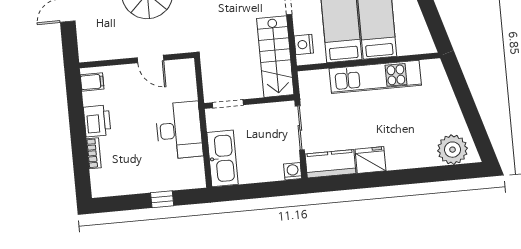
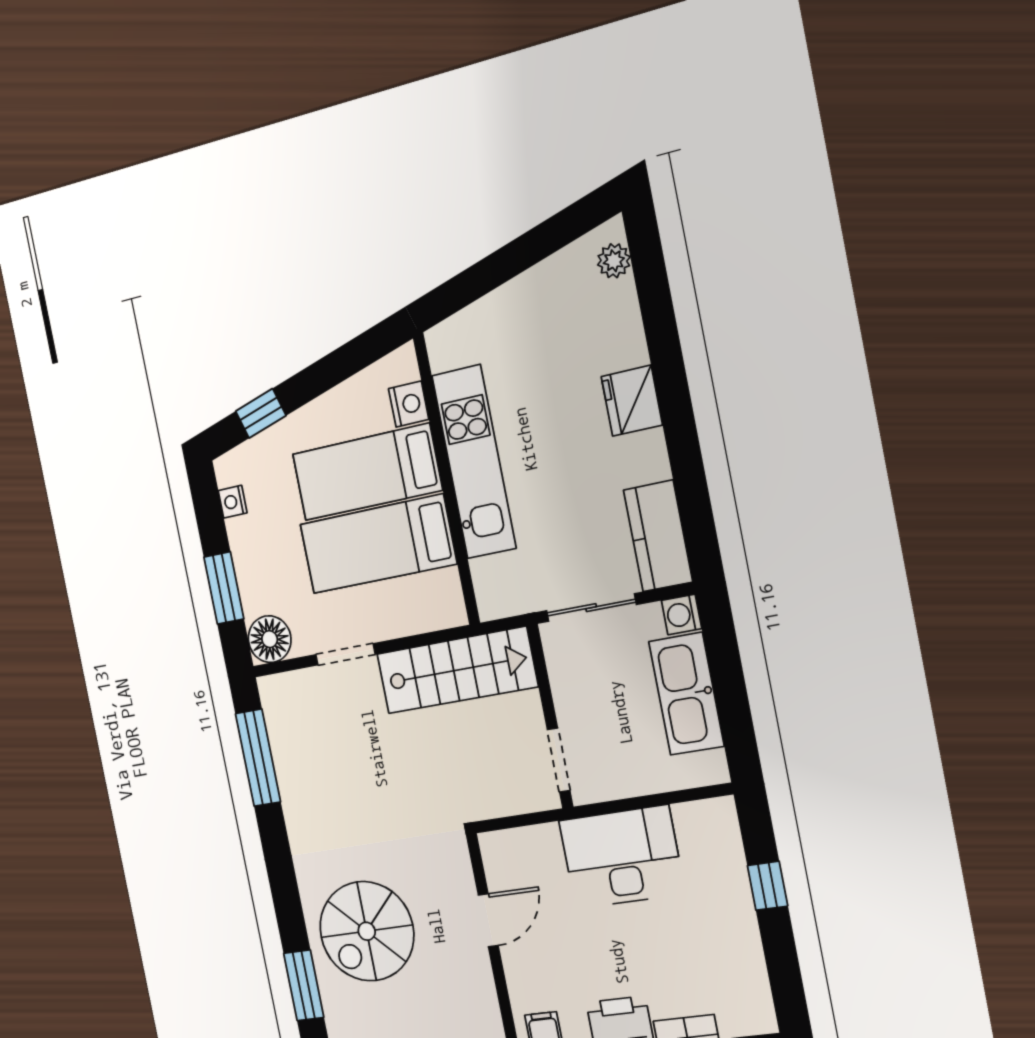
nightstand: (304, 44) -> (409, 404), moved, turned -90
plant: (452, 150) -> (614, 261), width x0.53, depth x0.53
kitchen sink: (223, 158) -> (686, 694), moved, turned -90
fridge: (370, 160) -> (632, 401), moved

